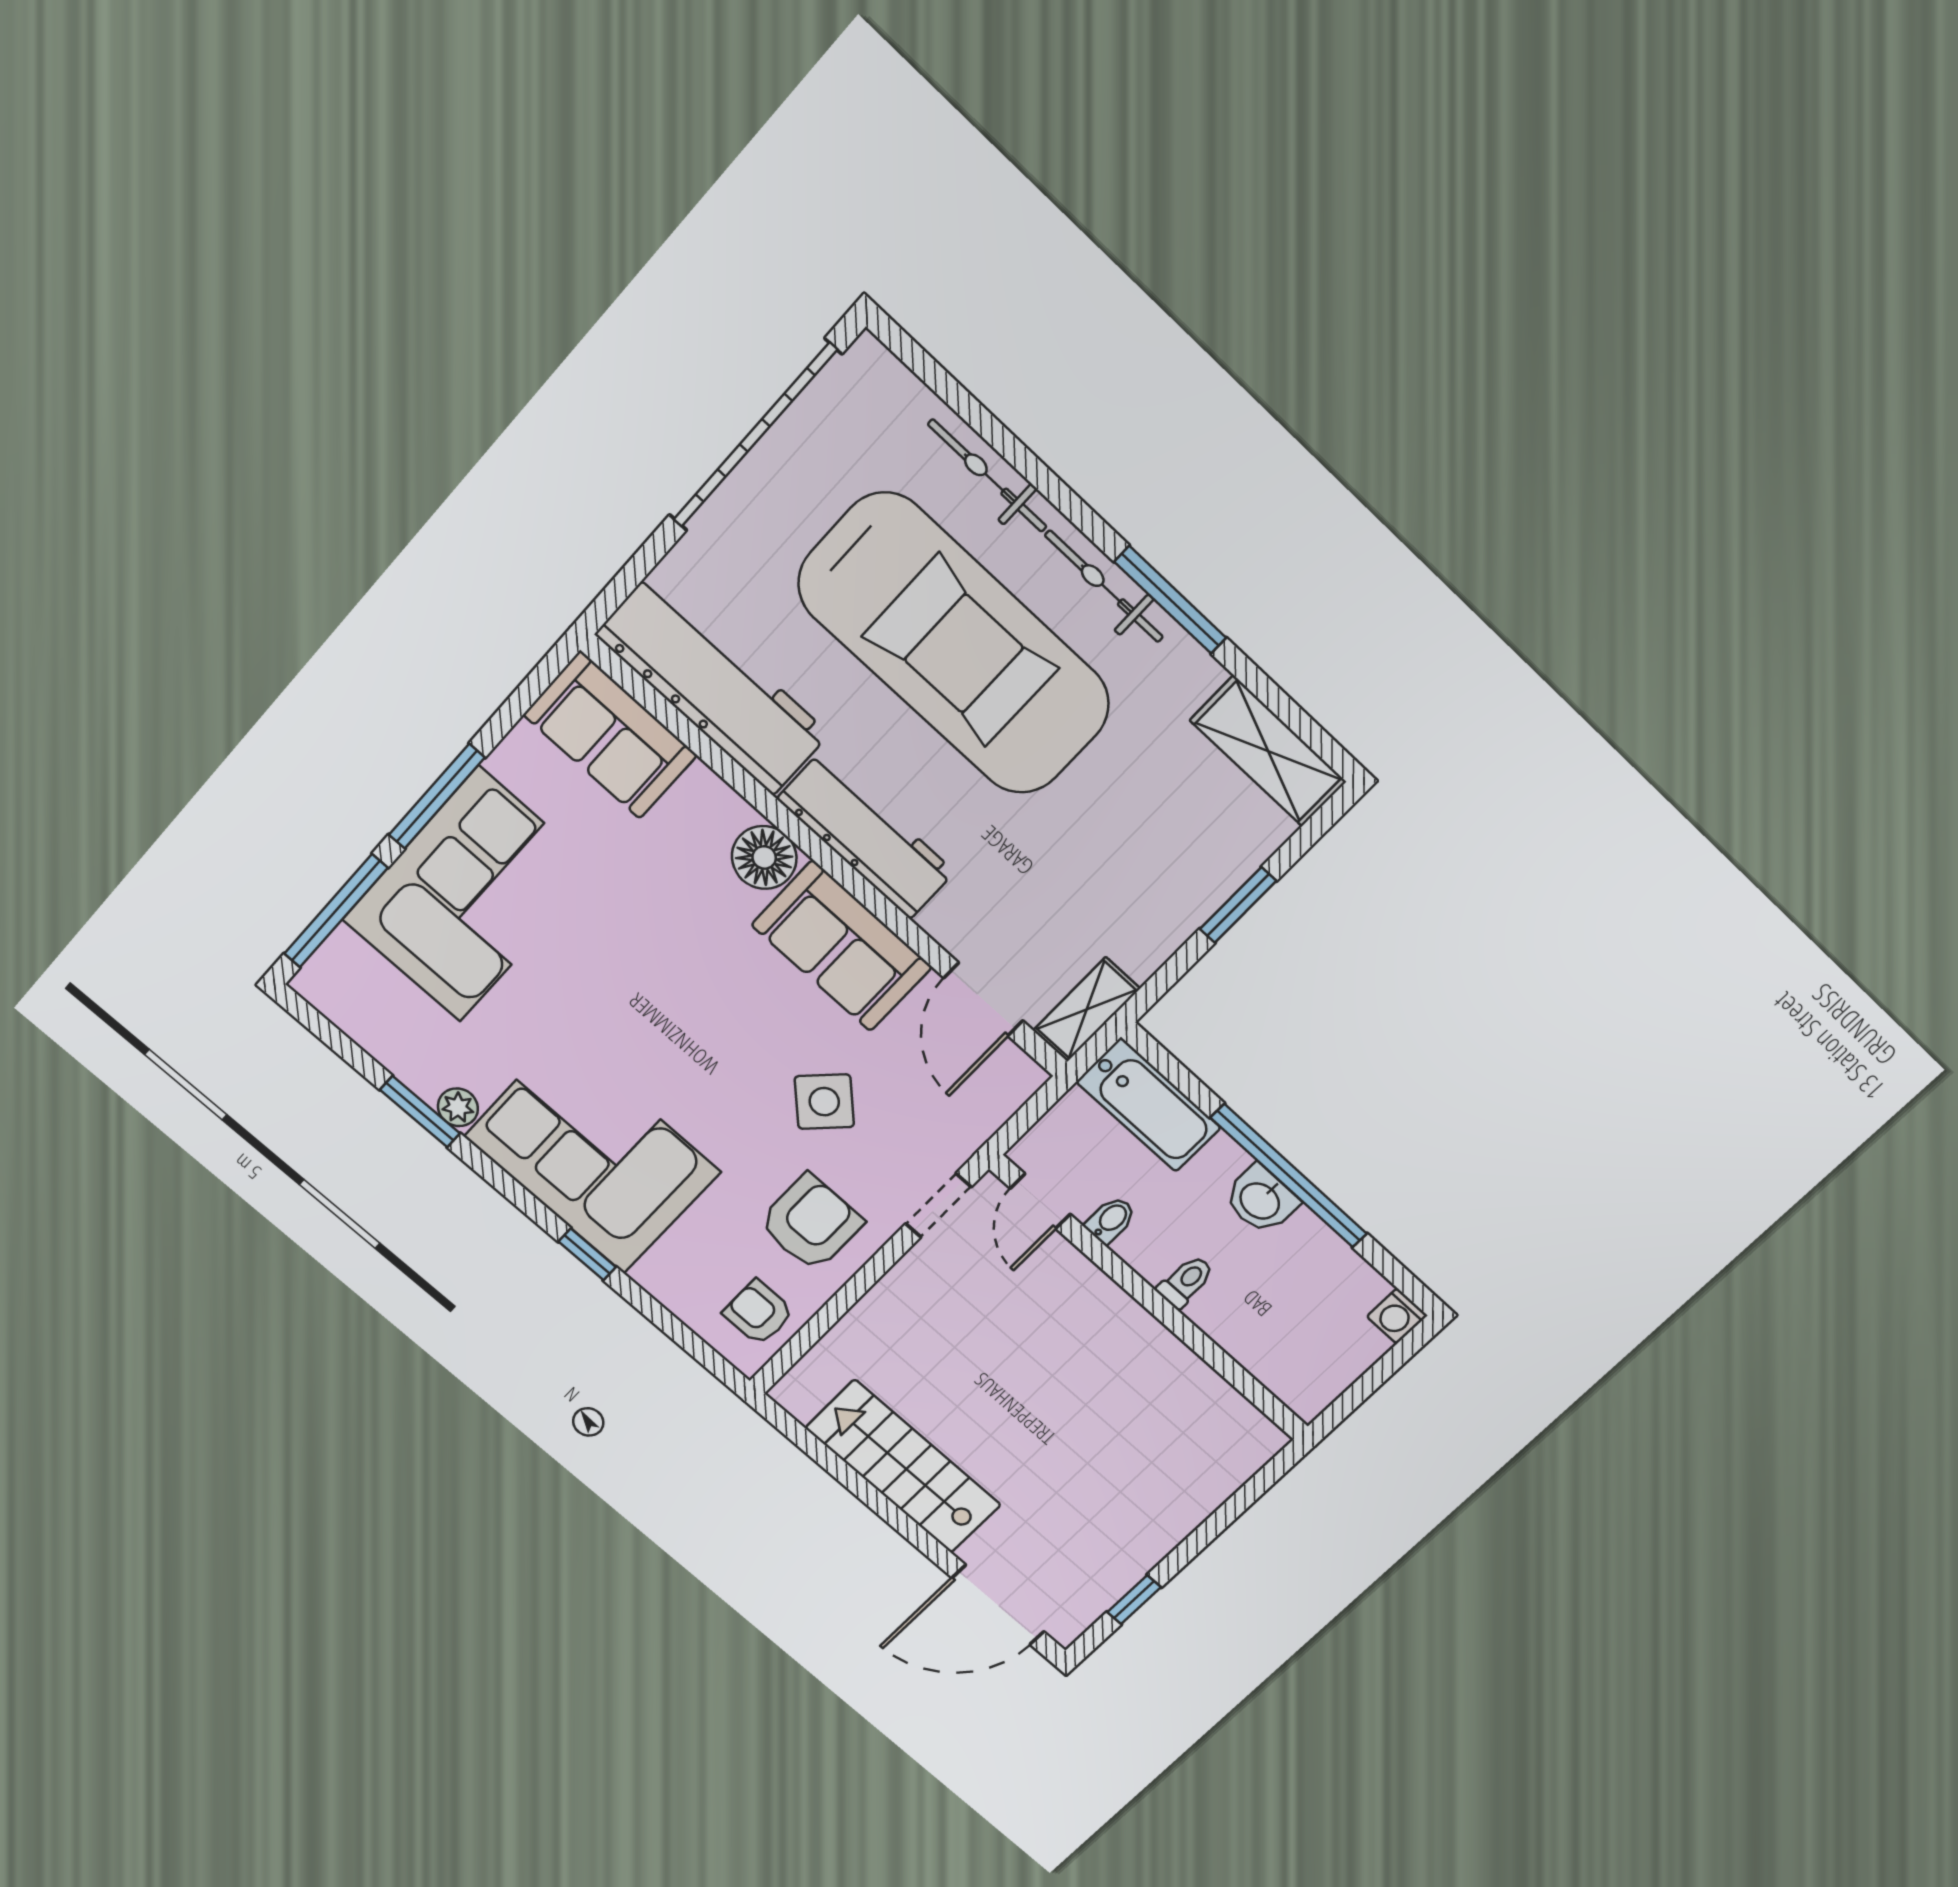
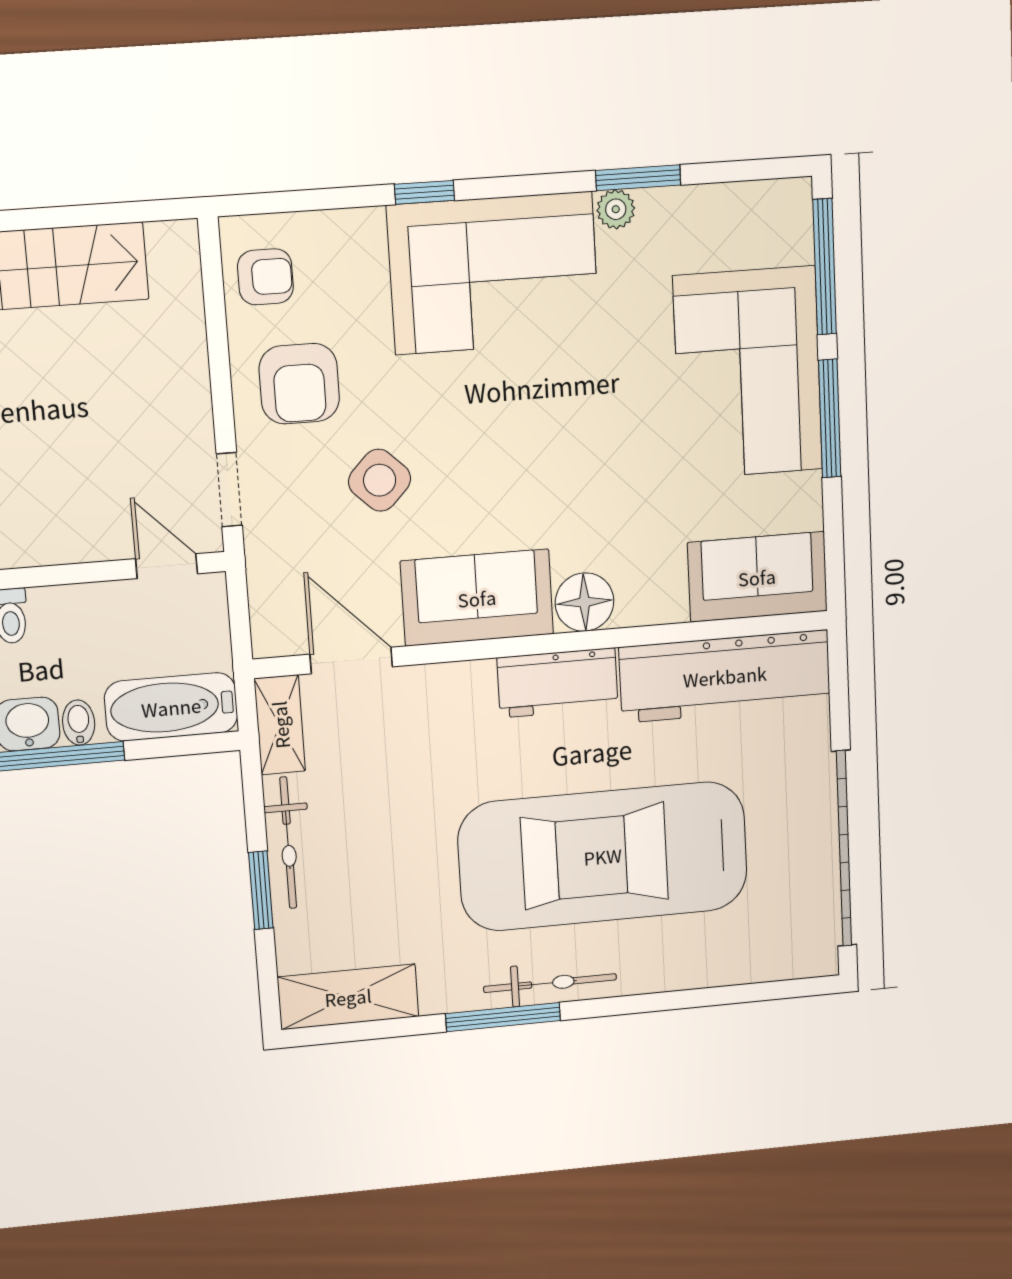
bicycle: (987, 476) -> (288, 843), moved, turned 90
workbench: (866, 835) -> (558, 683), width x0.73
bidet: (1111, 1220) -> (79, 723), moved, turned 180

